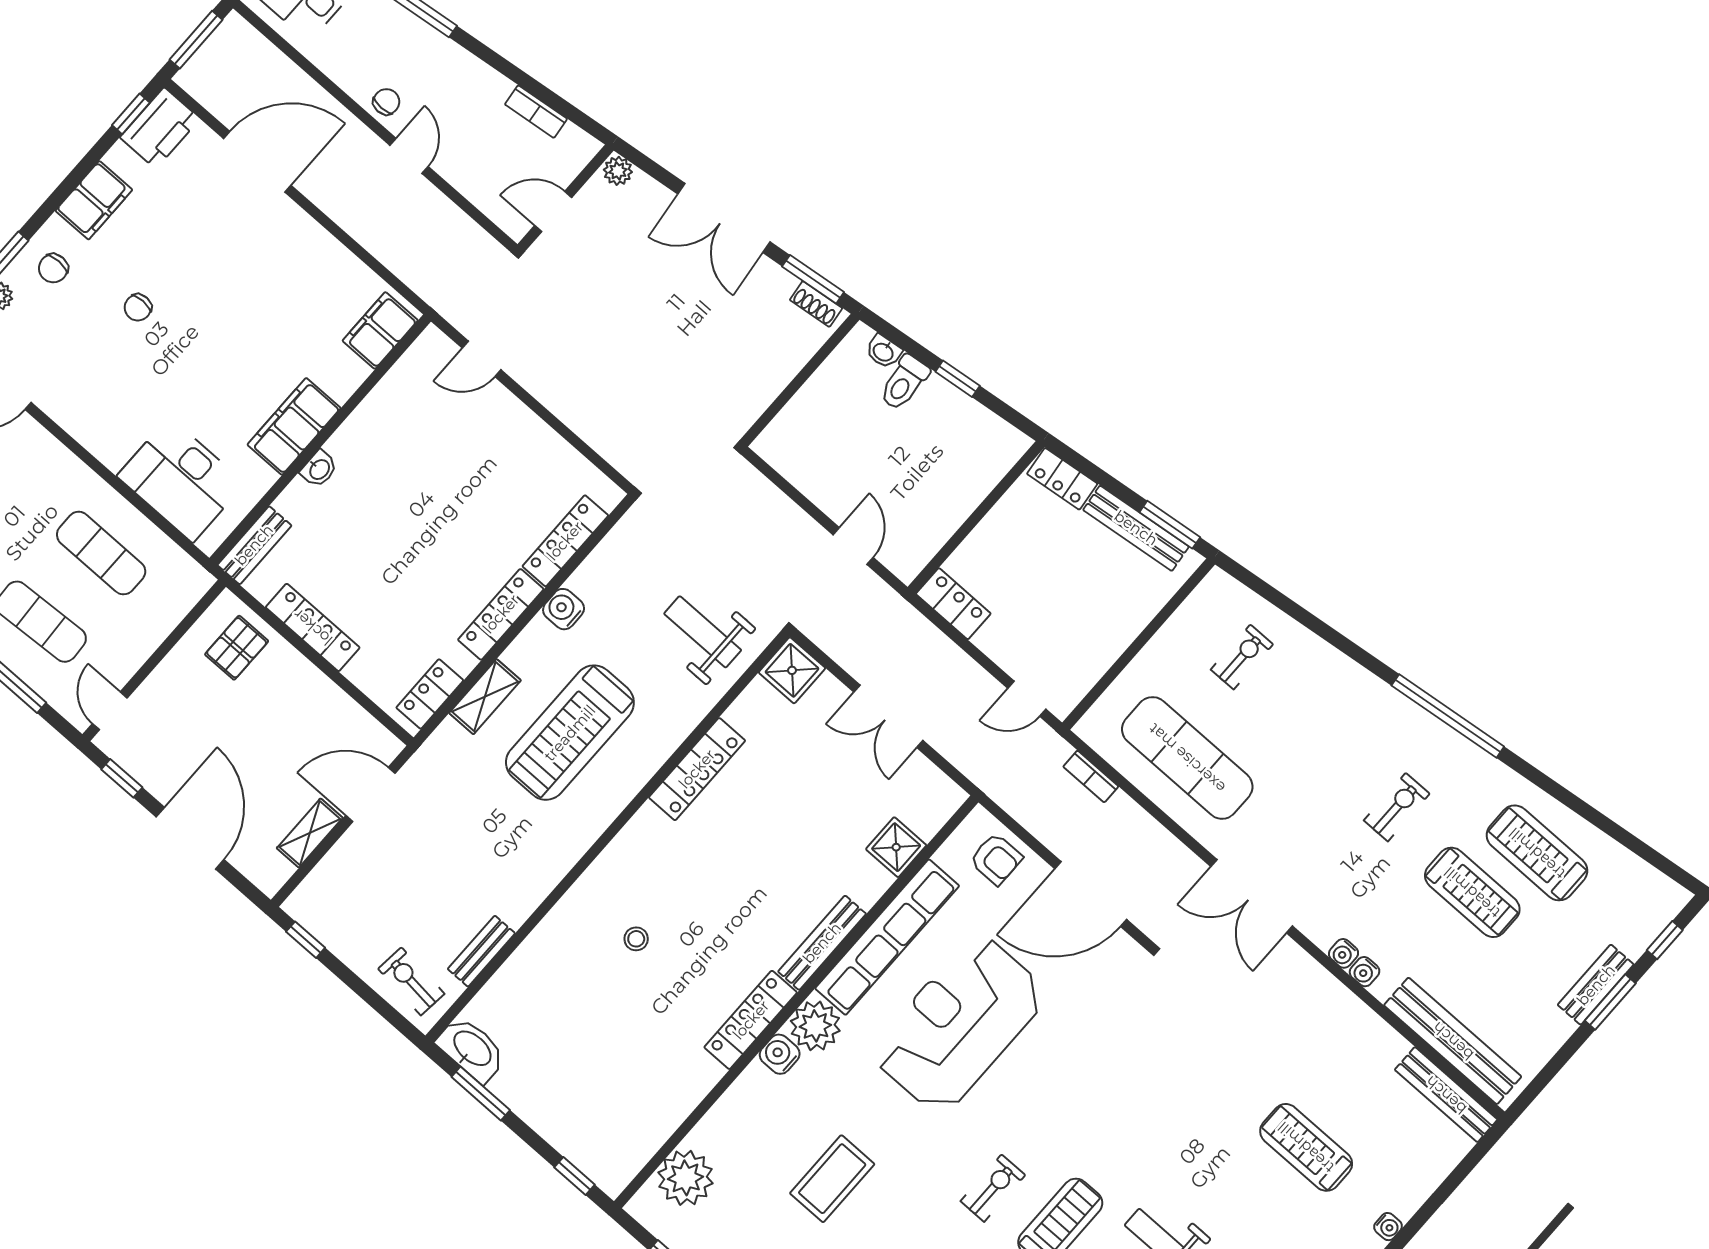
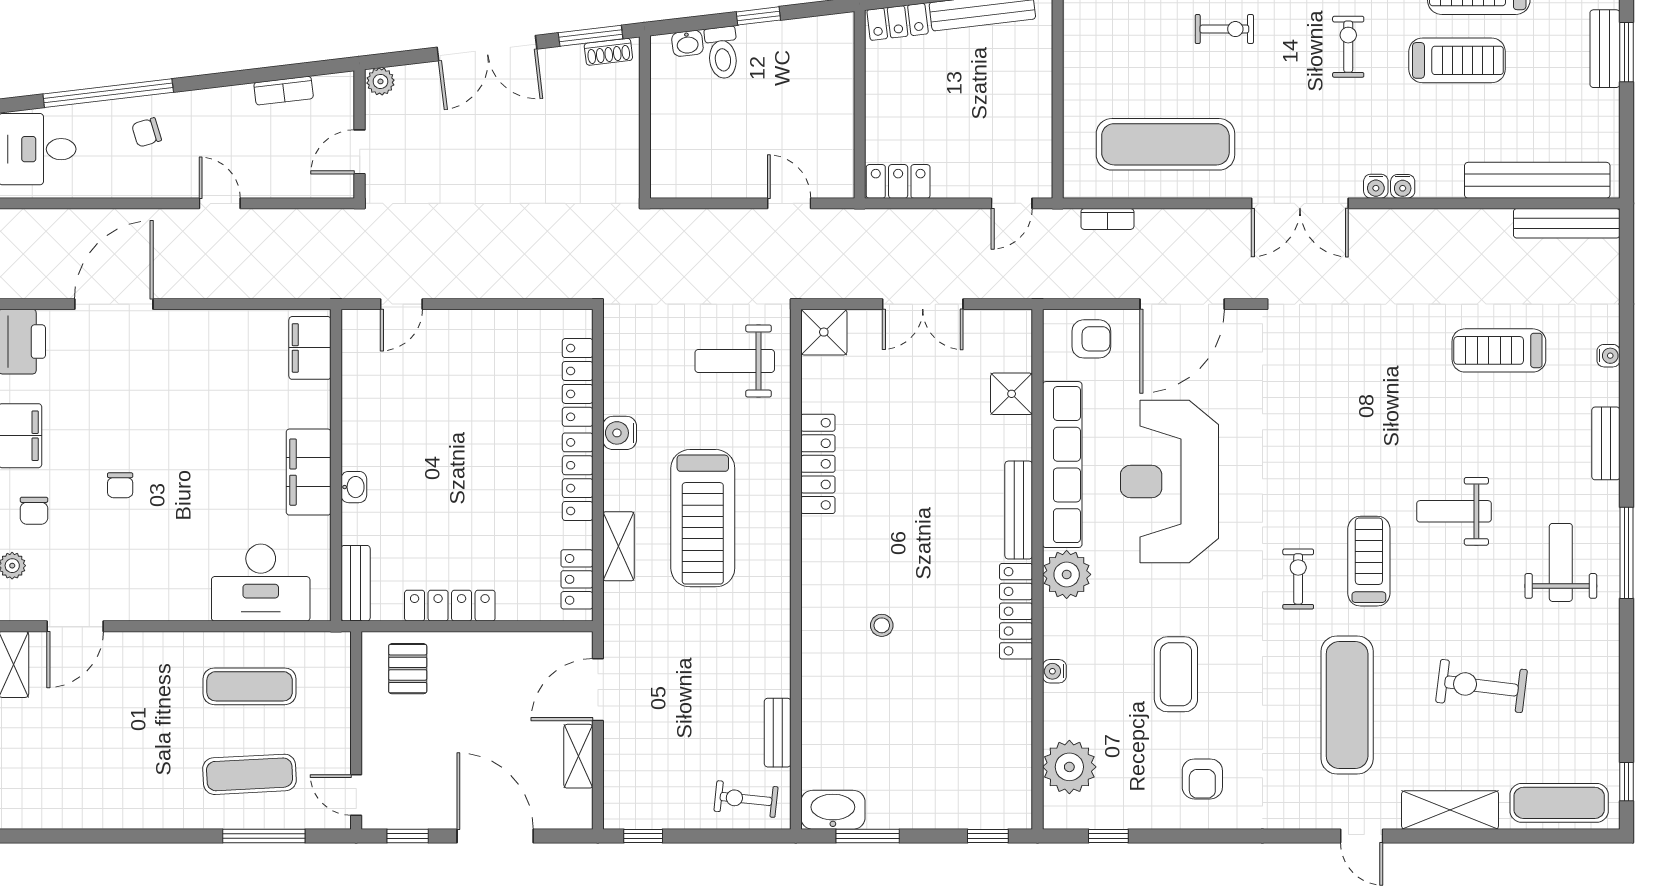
chair: (386, 102) -> (147, 132), moved, turned -107
exercise bike: (1242, 657) -> (1224, 29), moved, turned 90
water cooler: (1365, 972) -> (1376, 186), moved
water cooler: (780, 1054) -> (1054, 671), moved, width x0.72, depth x0.72

